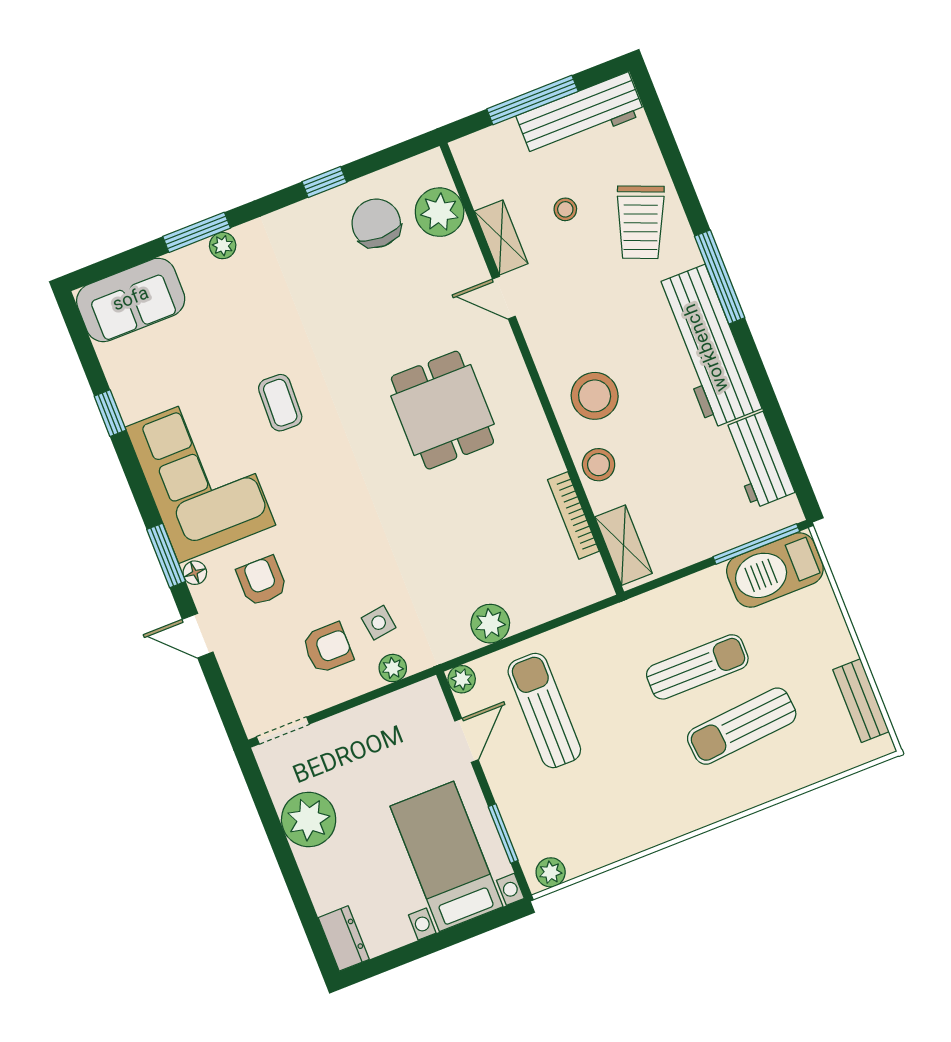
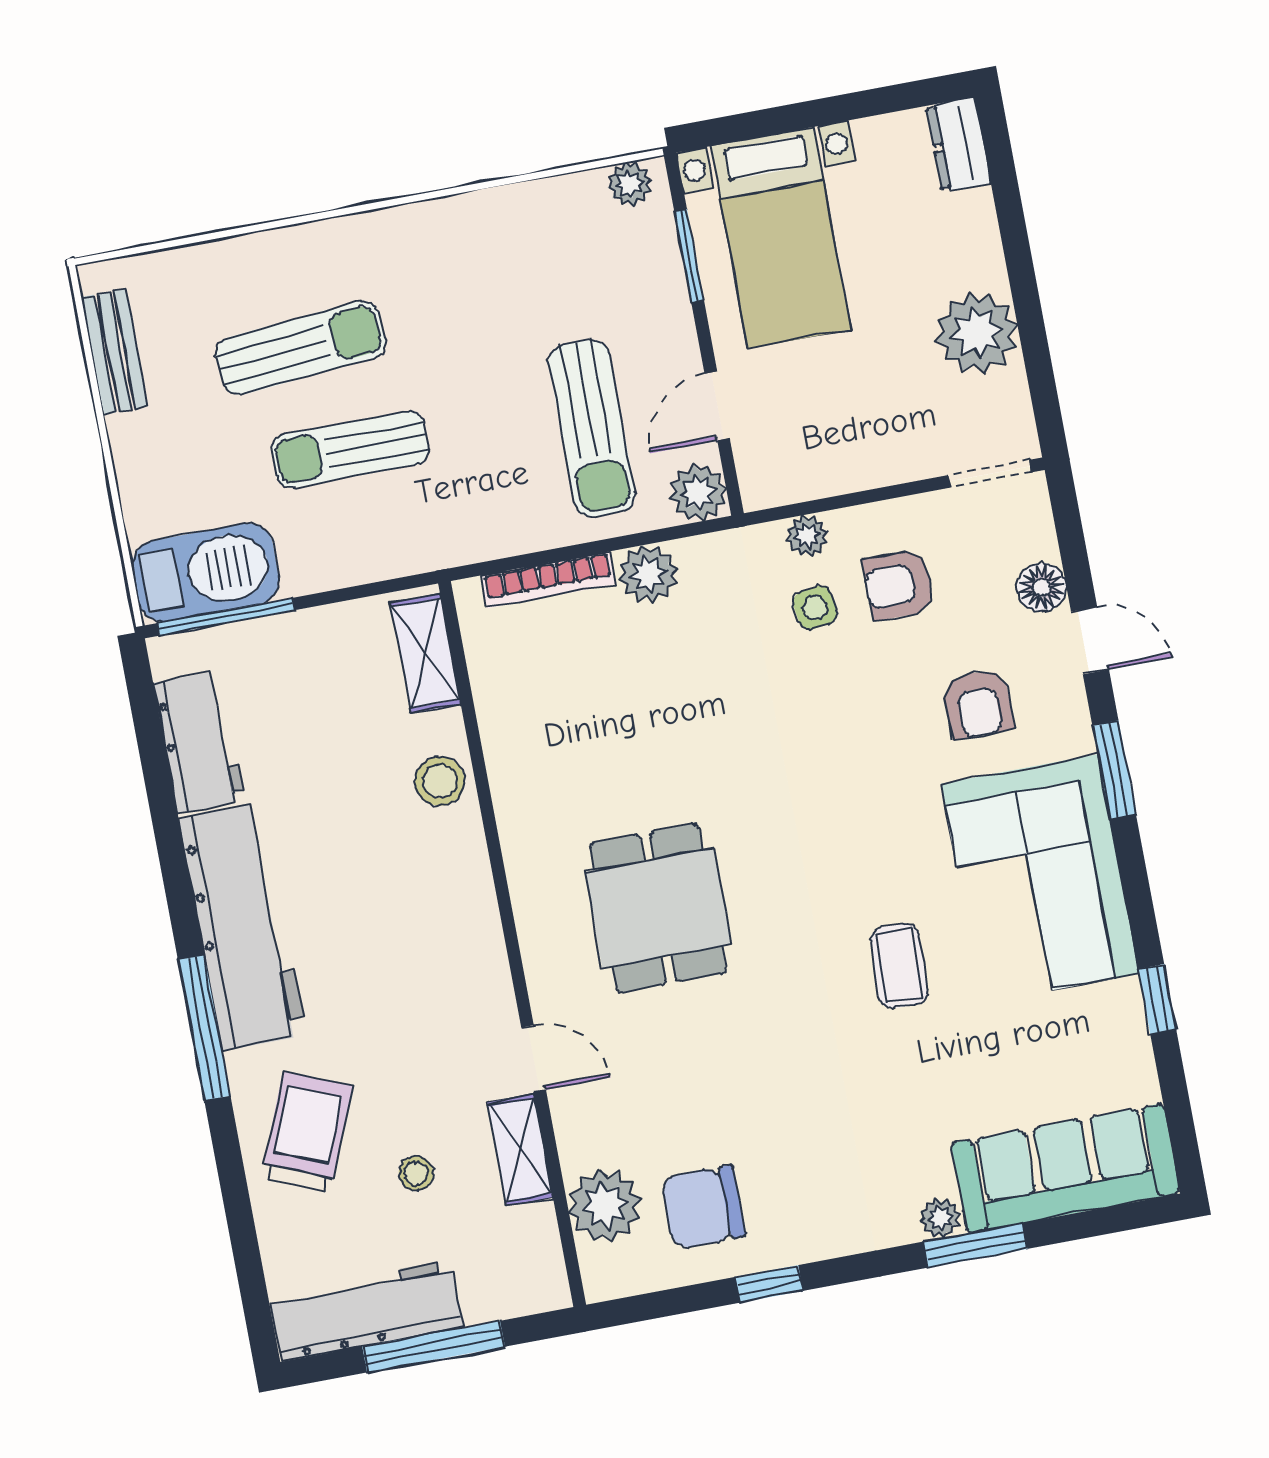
chair: (376, 223) -> (703, 1207), turned 90
sofa: (131, 300) -> (1065, 1168), width x1.36
stool: (595, 396) -> (426, 885), removed
bookcase: (573, 515) -> (548, 580), moved, turned 90
floor lamp: (195, 573) -> (1042, 587), moved, width x1.37, depth x1.37
plant: (462, 679) -> (698, 493), width x1.38, depth x1.38

